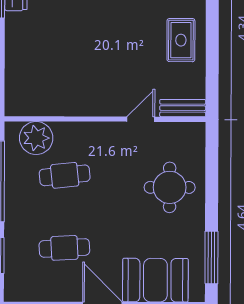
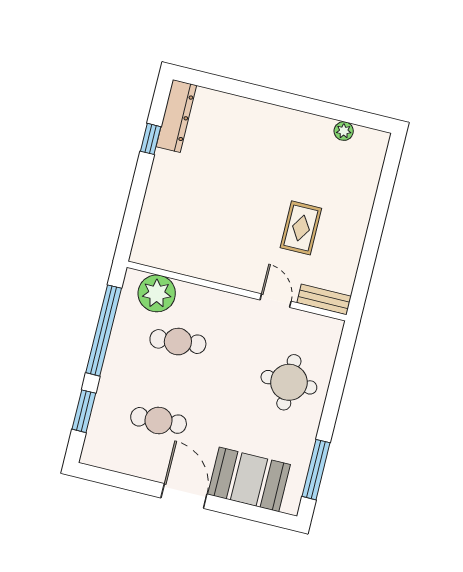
rug: (181, 40) -> (301, 228), moved
door: (141, 119) -> (276, 301), hinge flipped

